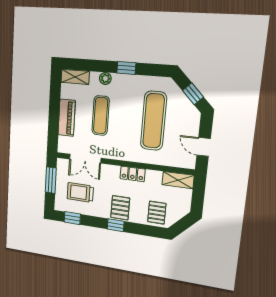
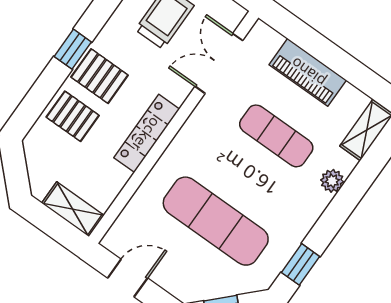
window: (126, 68) -> (301, 264), moved
locker: (133, 174) -> (147, 133), width x1.53
shelving: (178, 180) -> (73, 209), moved, turned 90
pallet: (157, 213) -> (73, 116), moved

